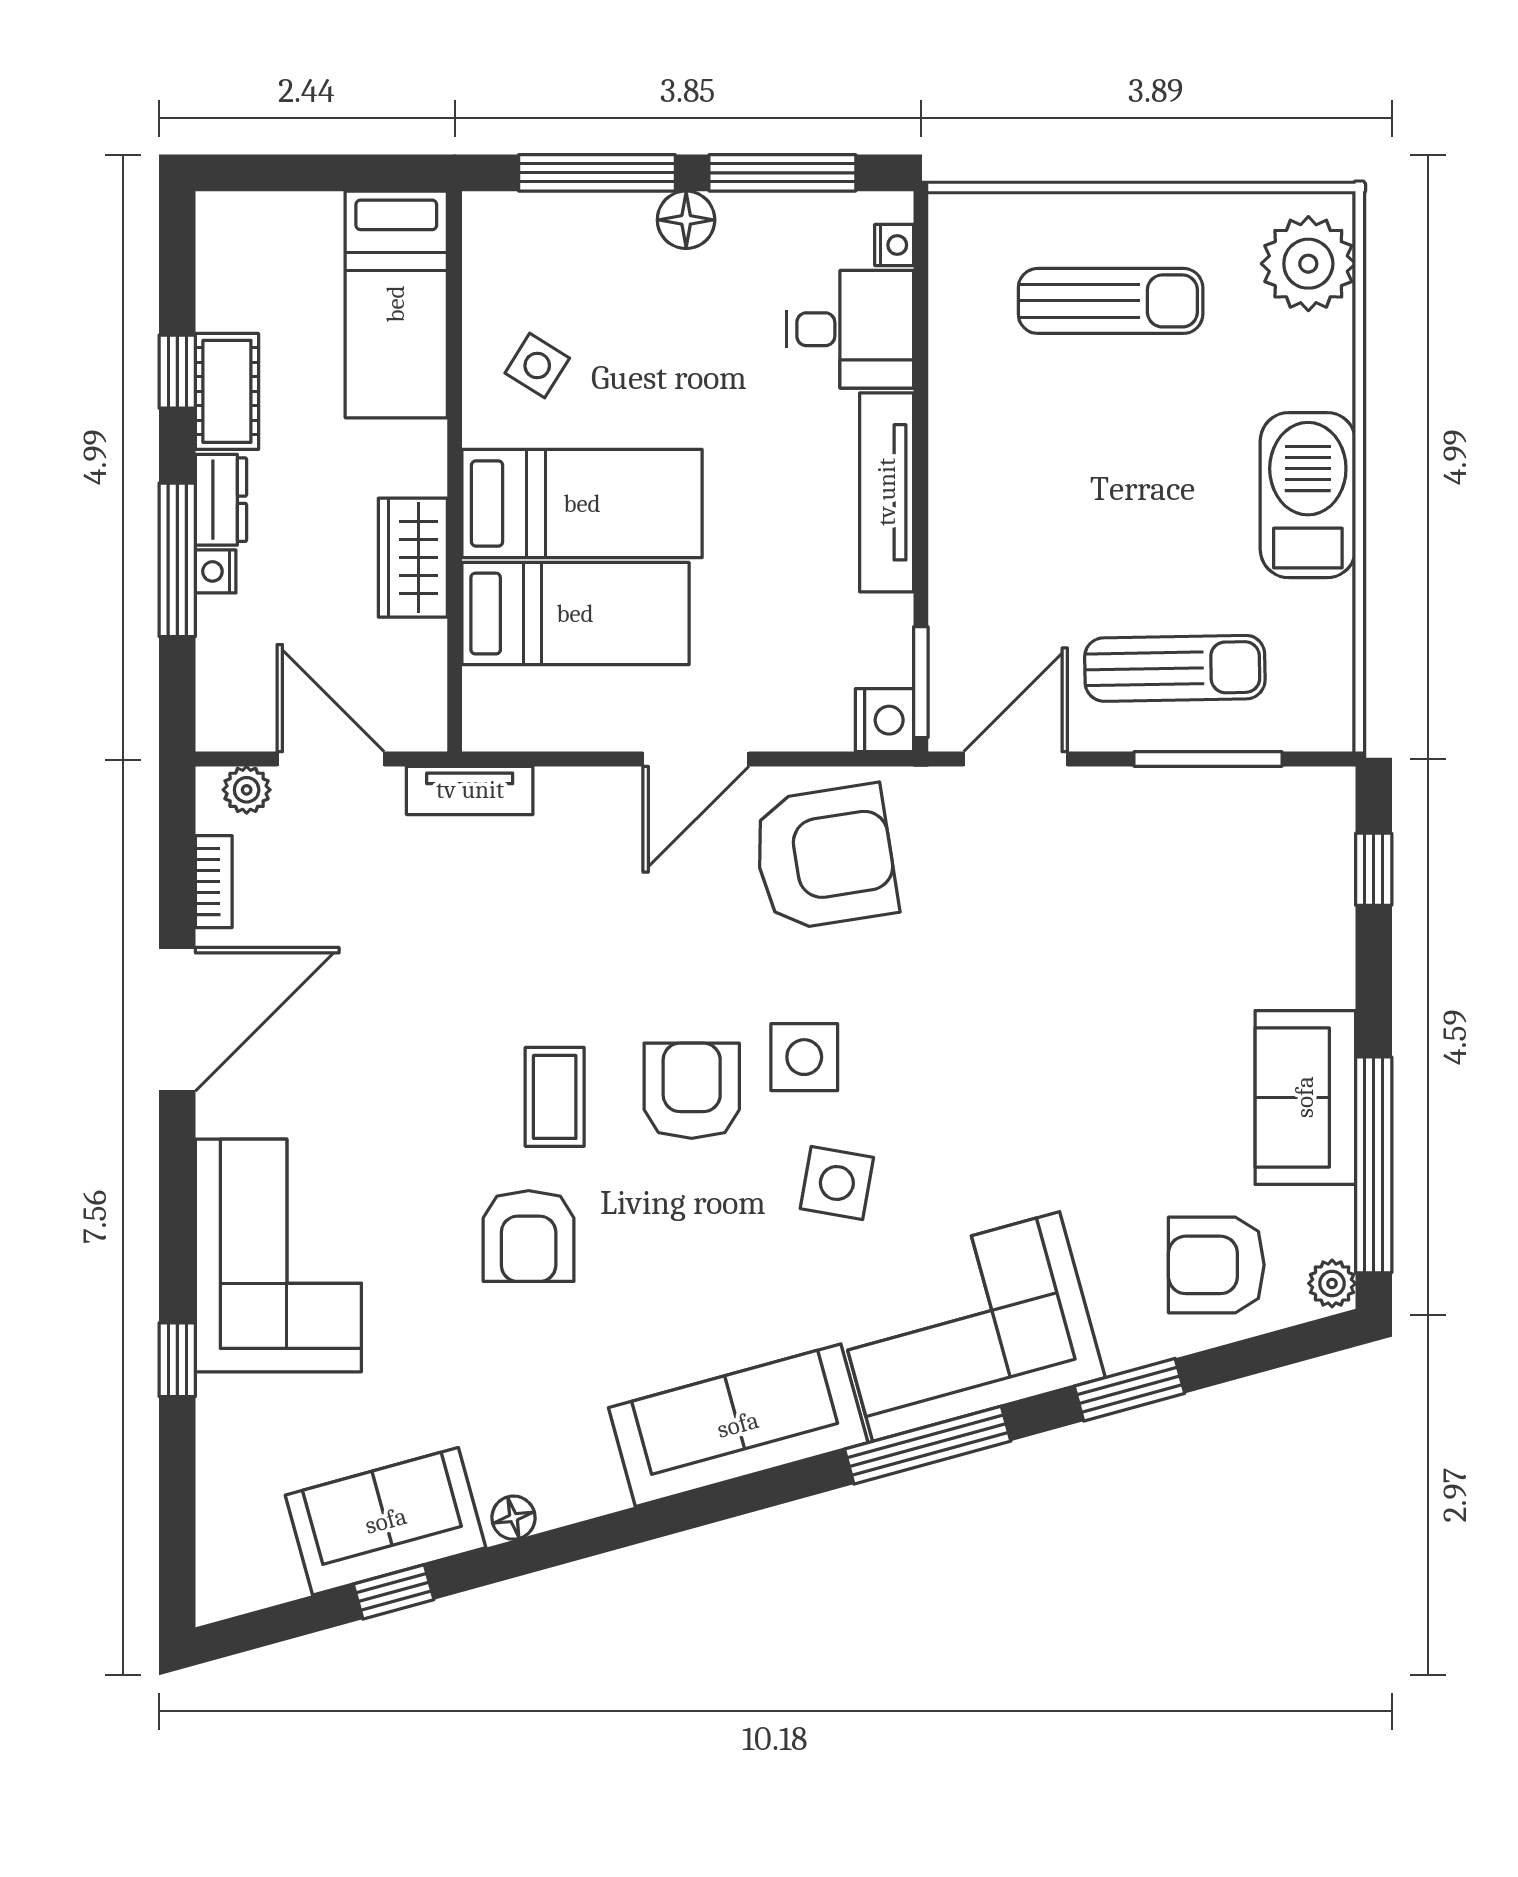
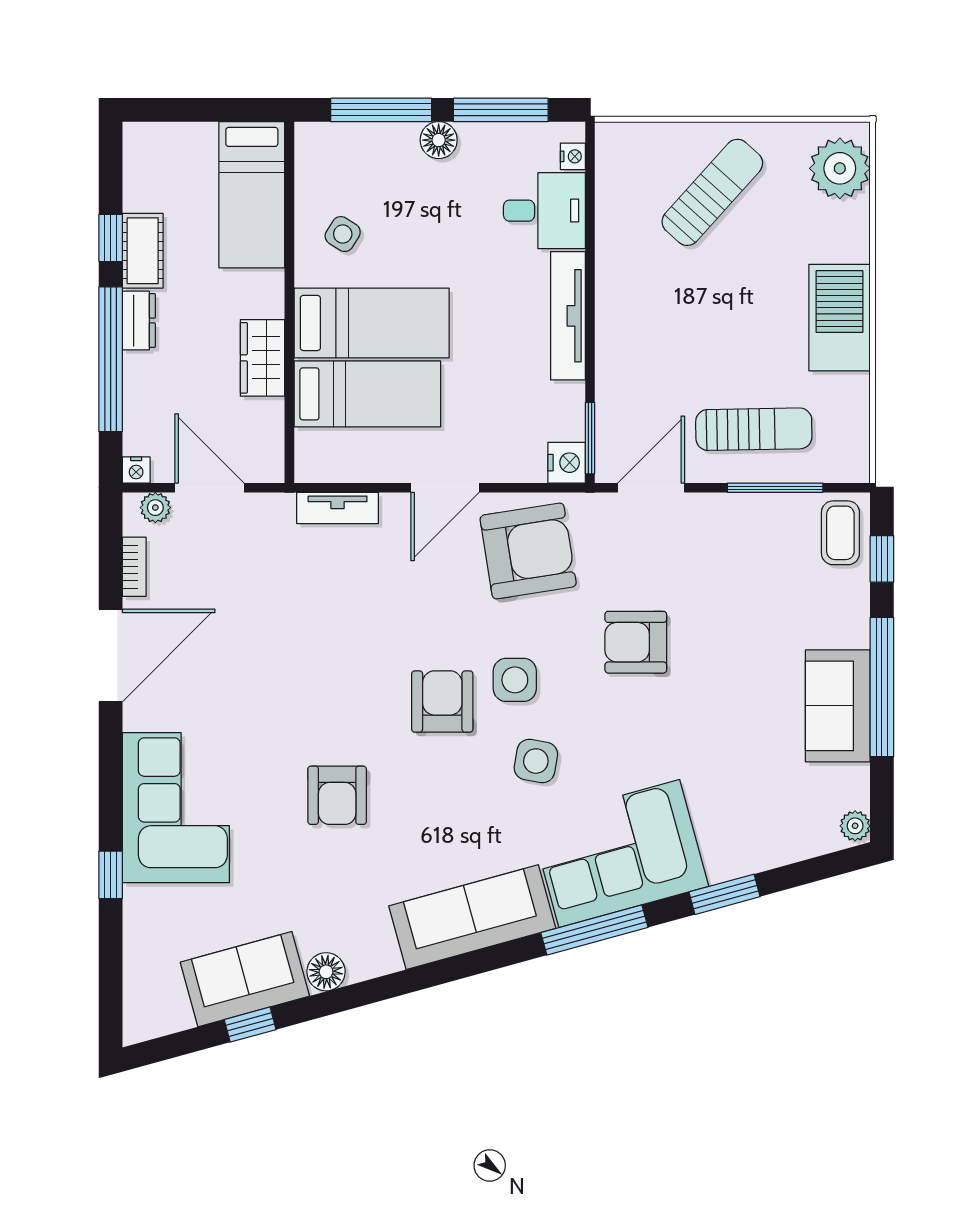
sun lounger: (1111, 301) -> (712, 192), turned -48
window: (177, 560) -> (111, 359), width x1.46
nightstand: (216, 571) -> (136, 470), moved, turned -90
tv unit: (470, 790) -> (338, 508), moved
coffee table: (555, 1097) -> (840, 533), moved
window: (1374, 1165) -> (882, 687), moved
armchair: (1216, 1265) -> (636, 642), moved
floor lamp: (513, 1518) -> (326, 972), width x1.37, depth x1.37

